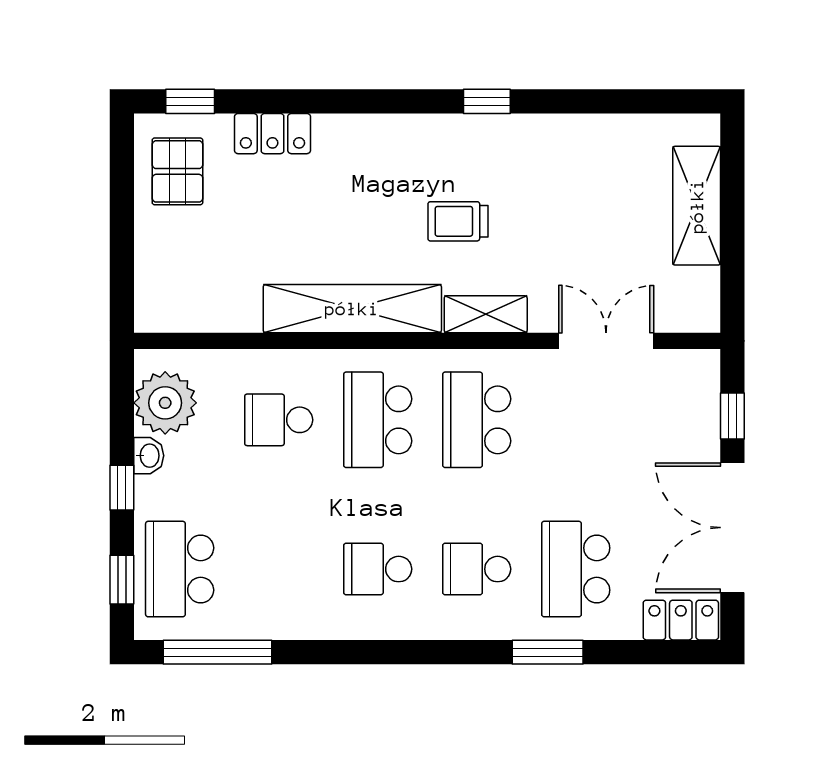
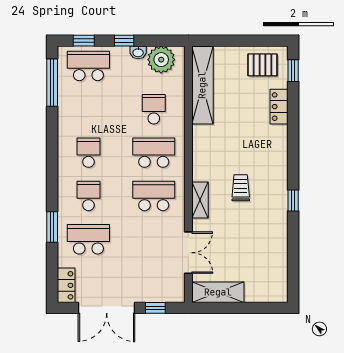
shelving: (697, 206) -> (218, 292), moved
shelving: (352, 309) -> (202, 85), moved
double door: (732, 528) -> (107, 308), swing flipped

